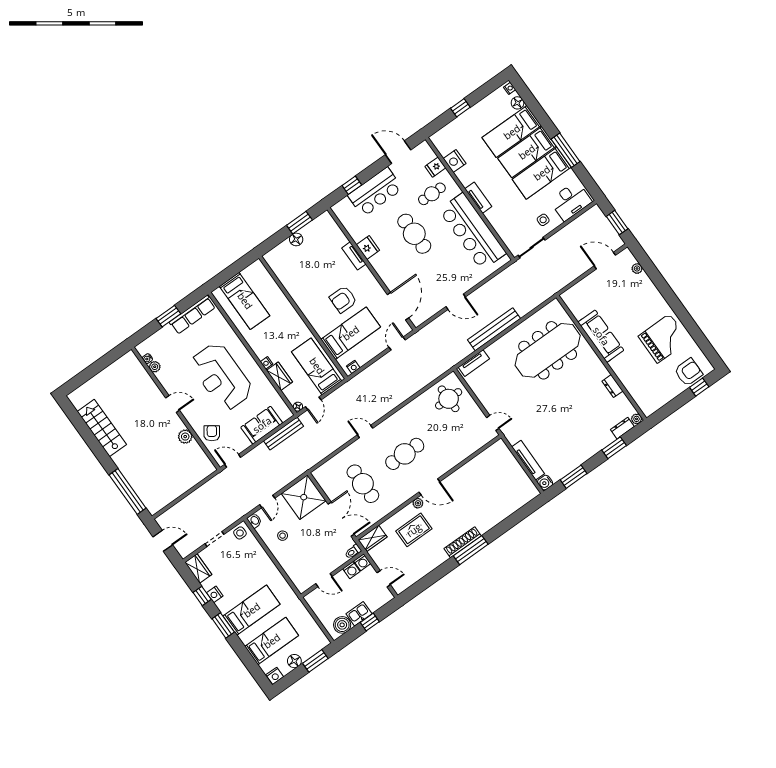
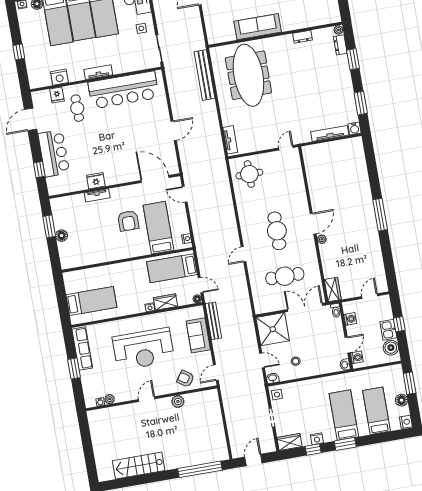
cafe table: (414, 234) -> (103, 138), removed
bench: (494, 329) -> (204, 75), moved
rug: (414, 530) -> (342, 253), removed
shoe rack: (463, 542) -> (371, 218), removed
washing machine: (362, 562) -> (357, 357), moved
washbasin: (303, 587) -> (345, 365), added

